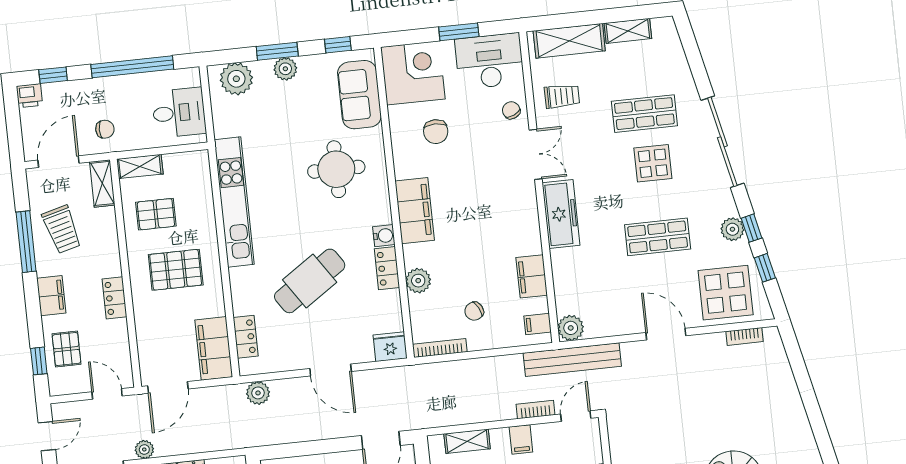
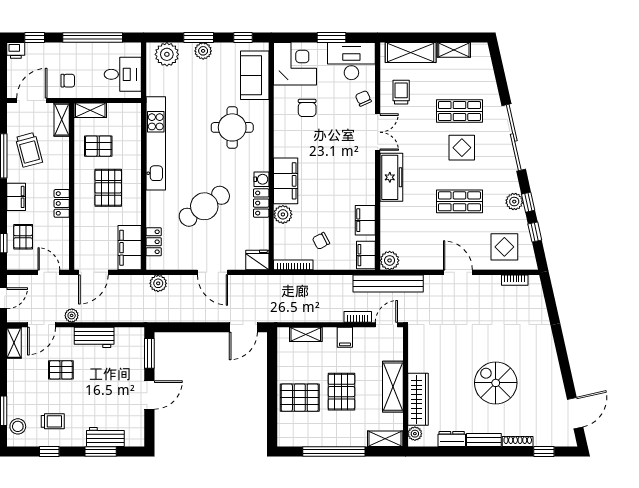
trolley: (562, 96) -> (401, 92), turned -90
filing cabinet: (415, 211) -> (286, 181), moved
pallet: (176, 270) -> (108, 188), turned 90
display table: (726, 293) -> (504, 247), width x0.73, depth x0.73
filing cabinet: (538, 324) -> (366, 255), width x2.00

